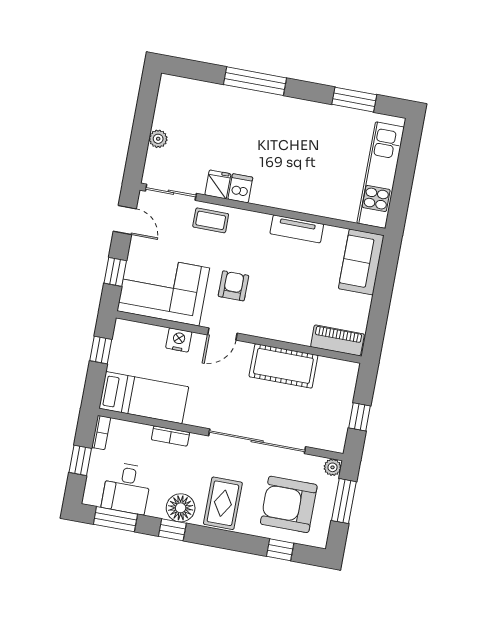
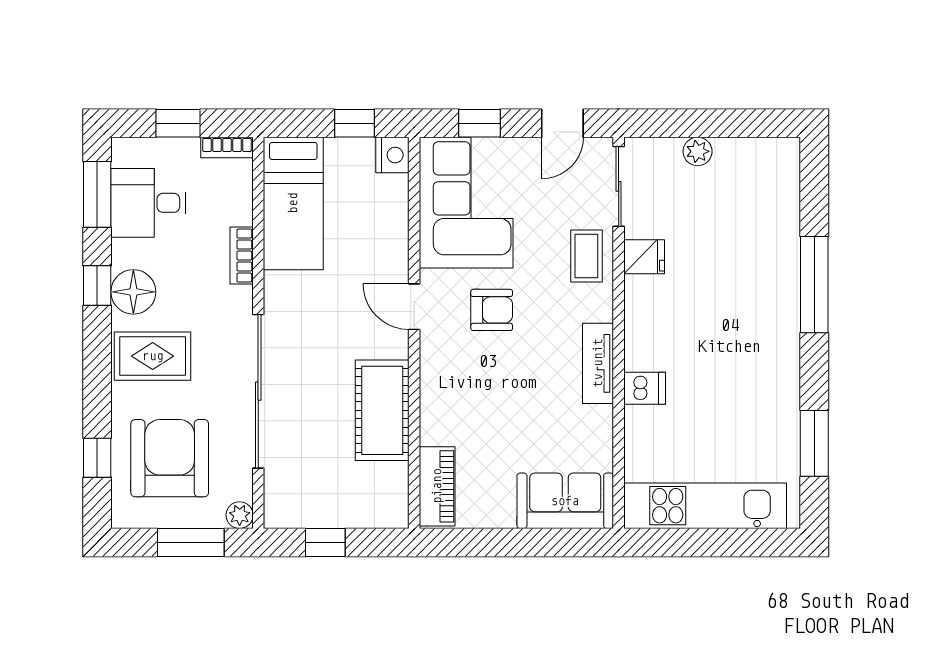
dishwasher: (240, 188) -> (645, 388), moved
tv unit: (297, 229) -> (598, 363), moved
nightstand: (179, 340) -> (392, 155), moved

